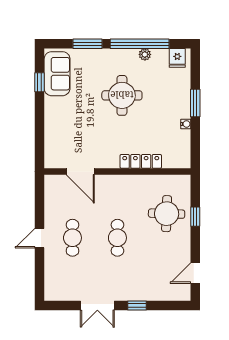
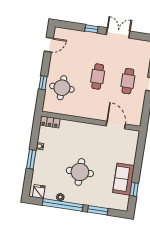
sofa: (57, 74) -> (124, 179), moved
locker: (141, 161) -> (50, 122), moved, width x0.66

